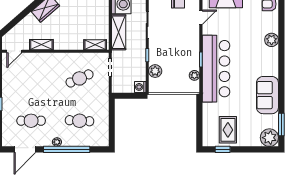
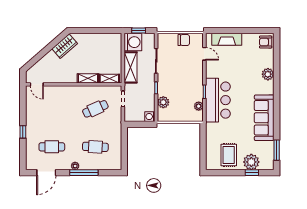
door: (201, 17) -> (204, 54), hinge flipped
shelving: (41, 45) -> (88, 78), moved
door: (14, 51) -> (37, 84), hinge flipped
bar counter: (216, 69) -> (218, 100), width x0.73
sofa: (267, 95) -> (264, 118), width x1.36
plant: (269, 138) -> (251, 162), moved
window: (67, 149) -> (84, 173), width x0.68
window: (223, 149) -> (252, 173), moved

